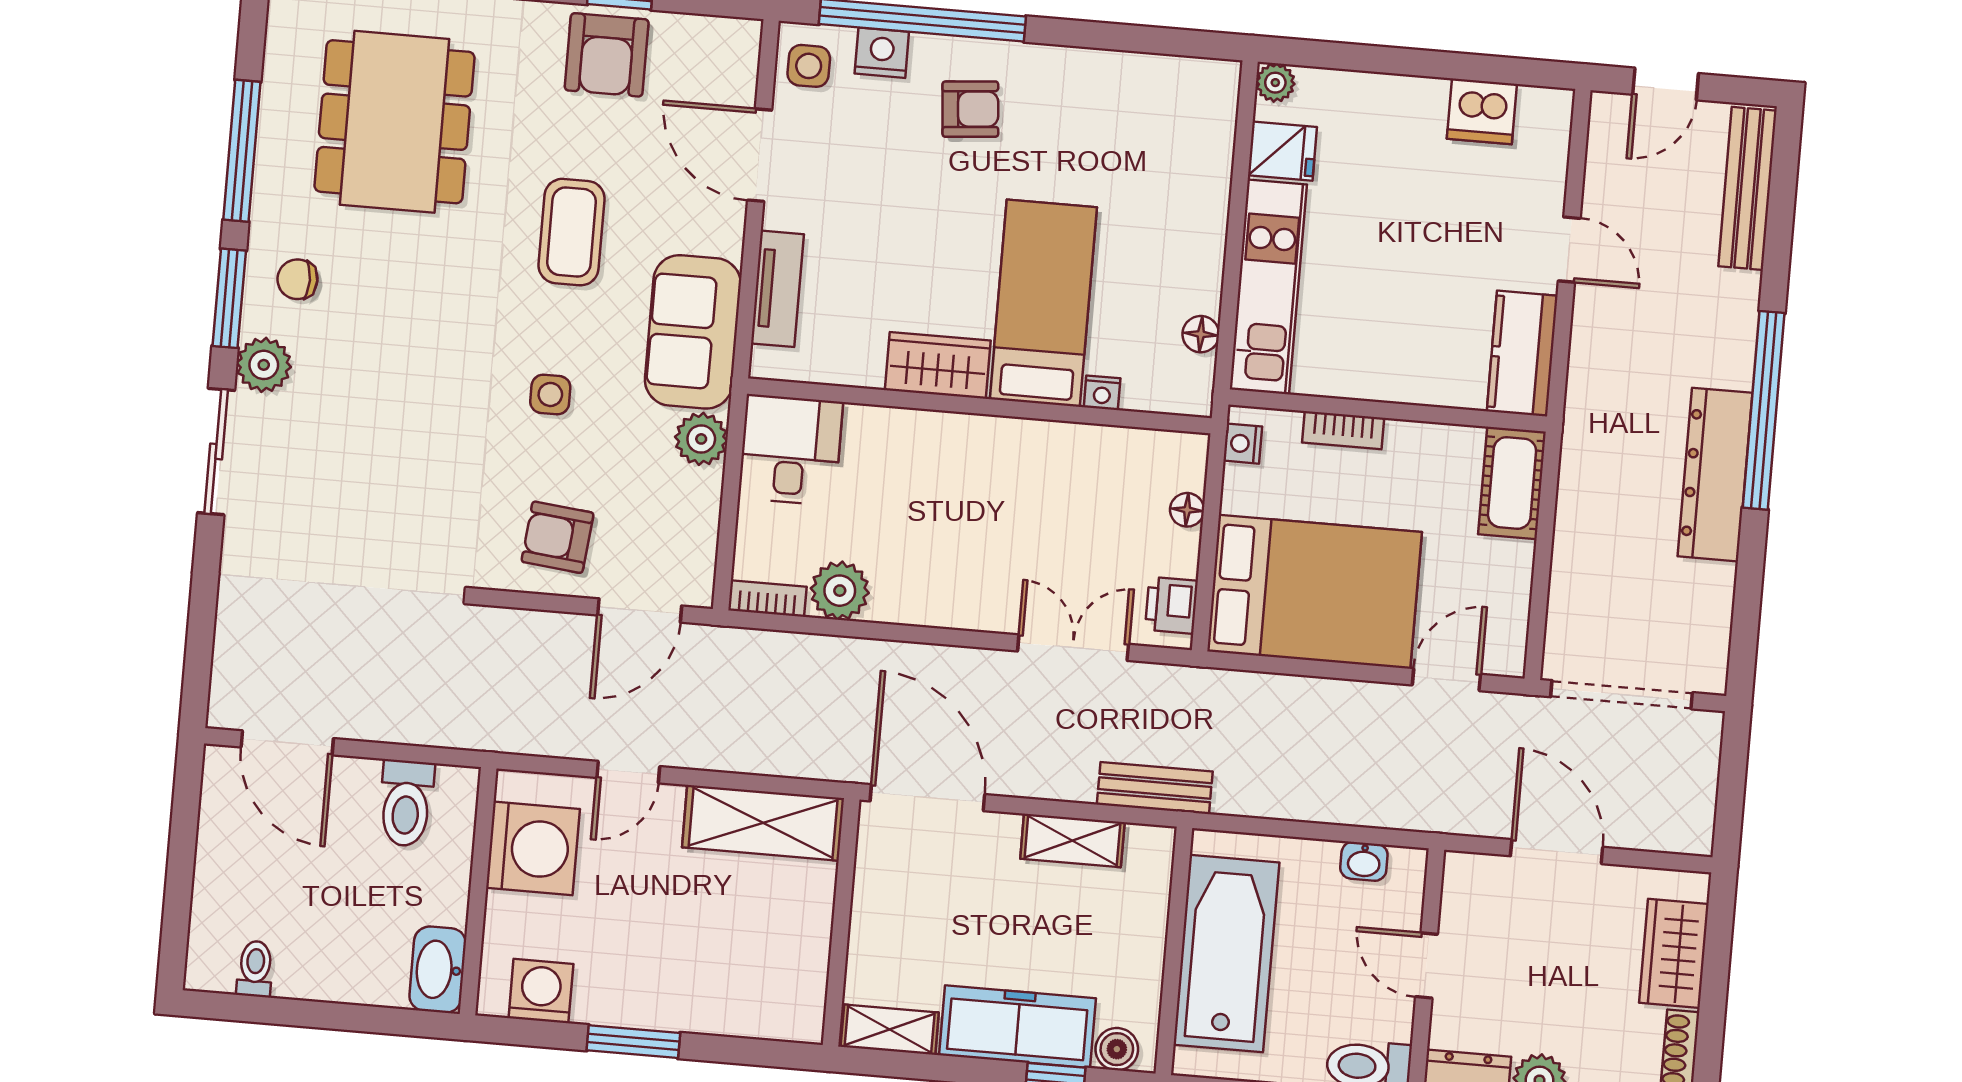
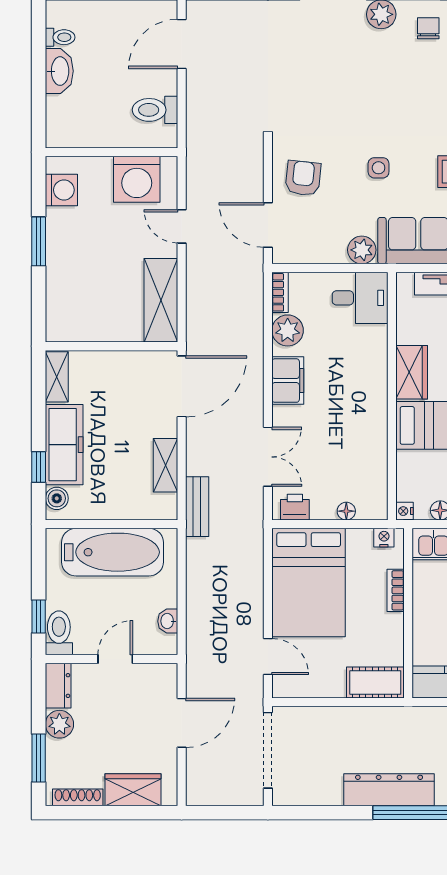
nightstand: (1102, 393) -> (405, 511), moved
filing cabinet: (934, 598) -> (288, 381), added
washbasin: (438, 970) -> (59, 71), moved, turned 90

